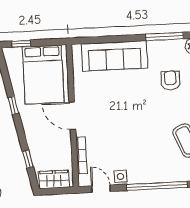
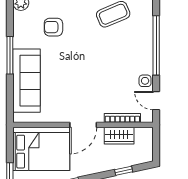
window: (165, 36) -> (10, 55), moved
wardrobe: (54, 179) -> (119, 136), moved, turned -90
door: (101, 189) -> (156, 101), hinge flipped

